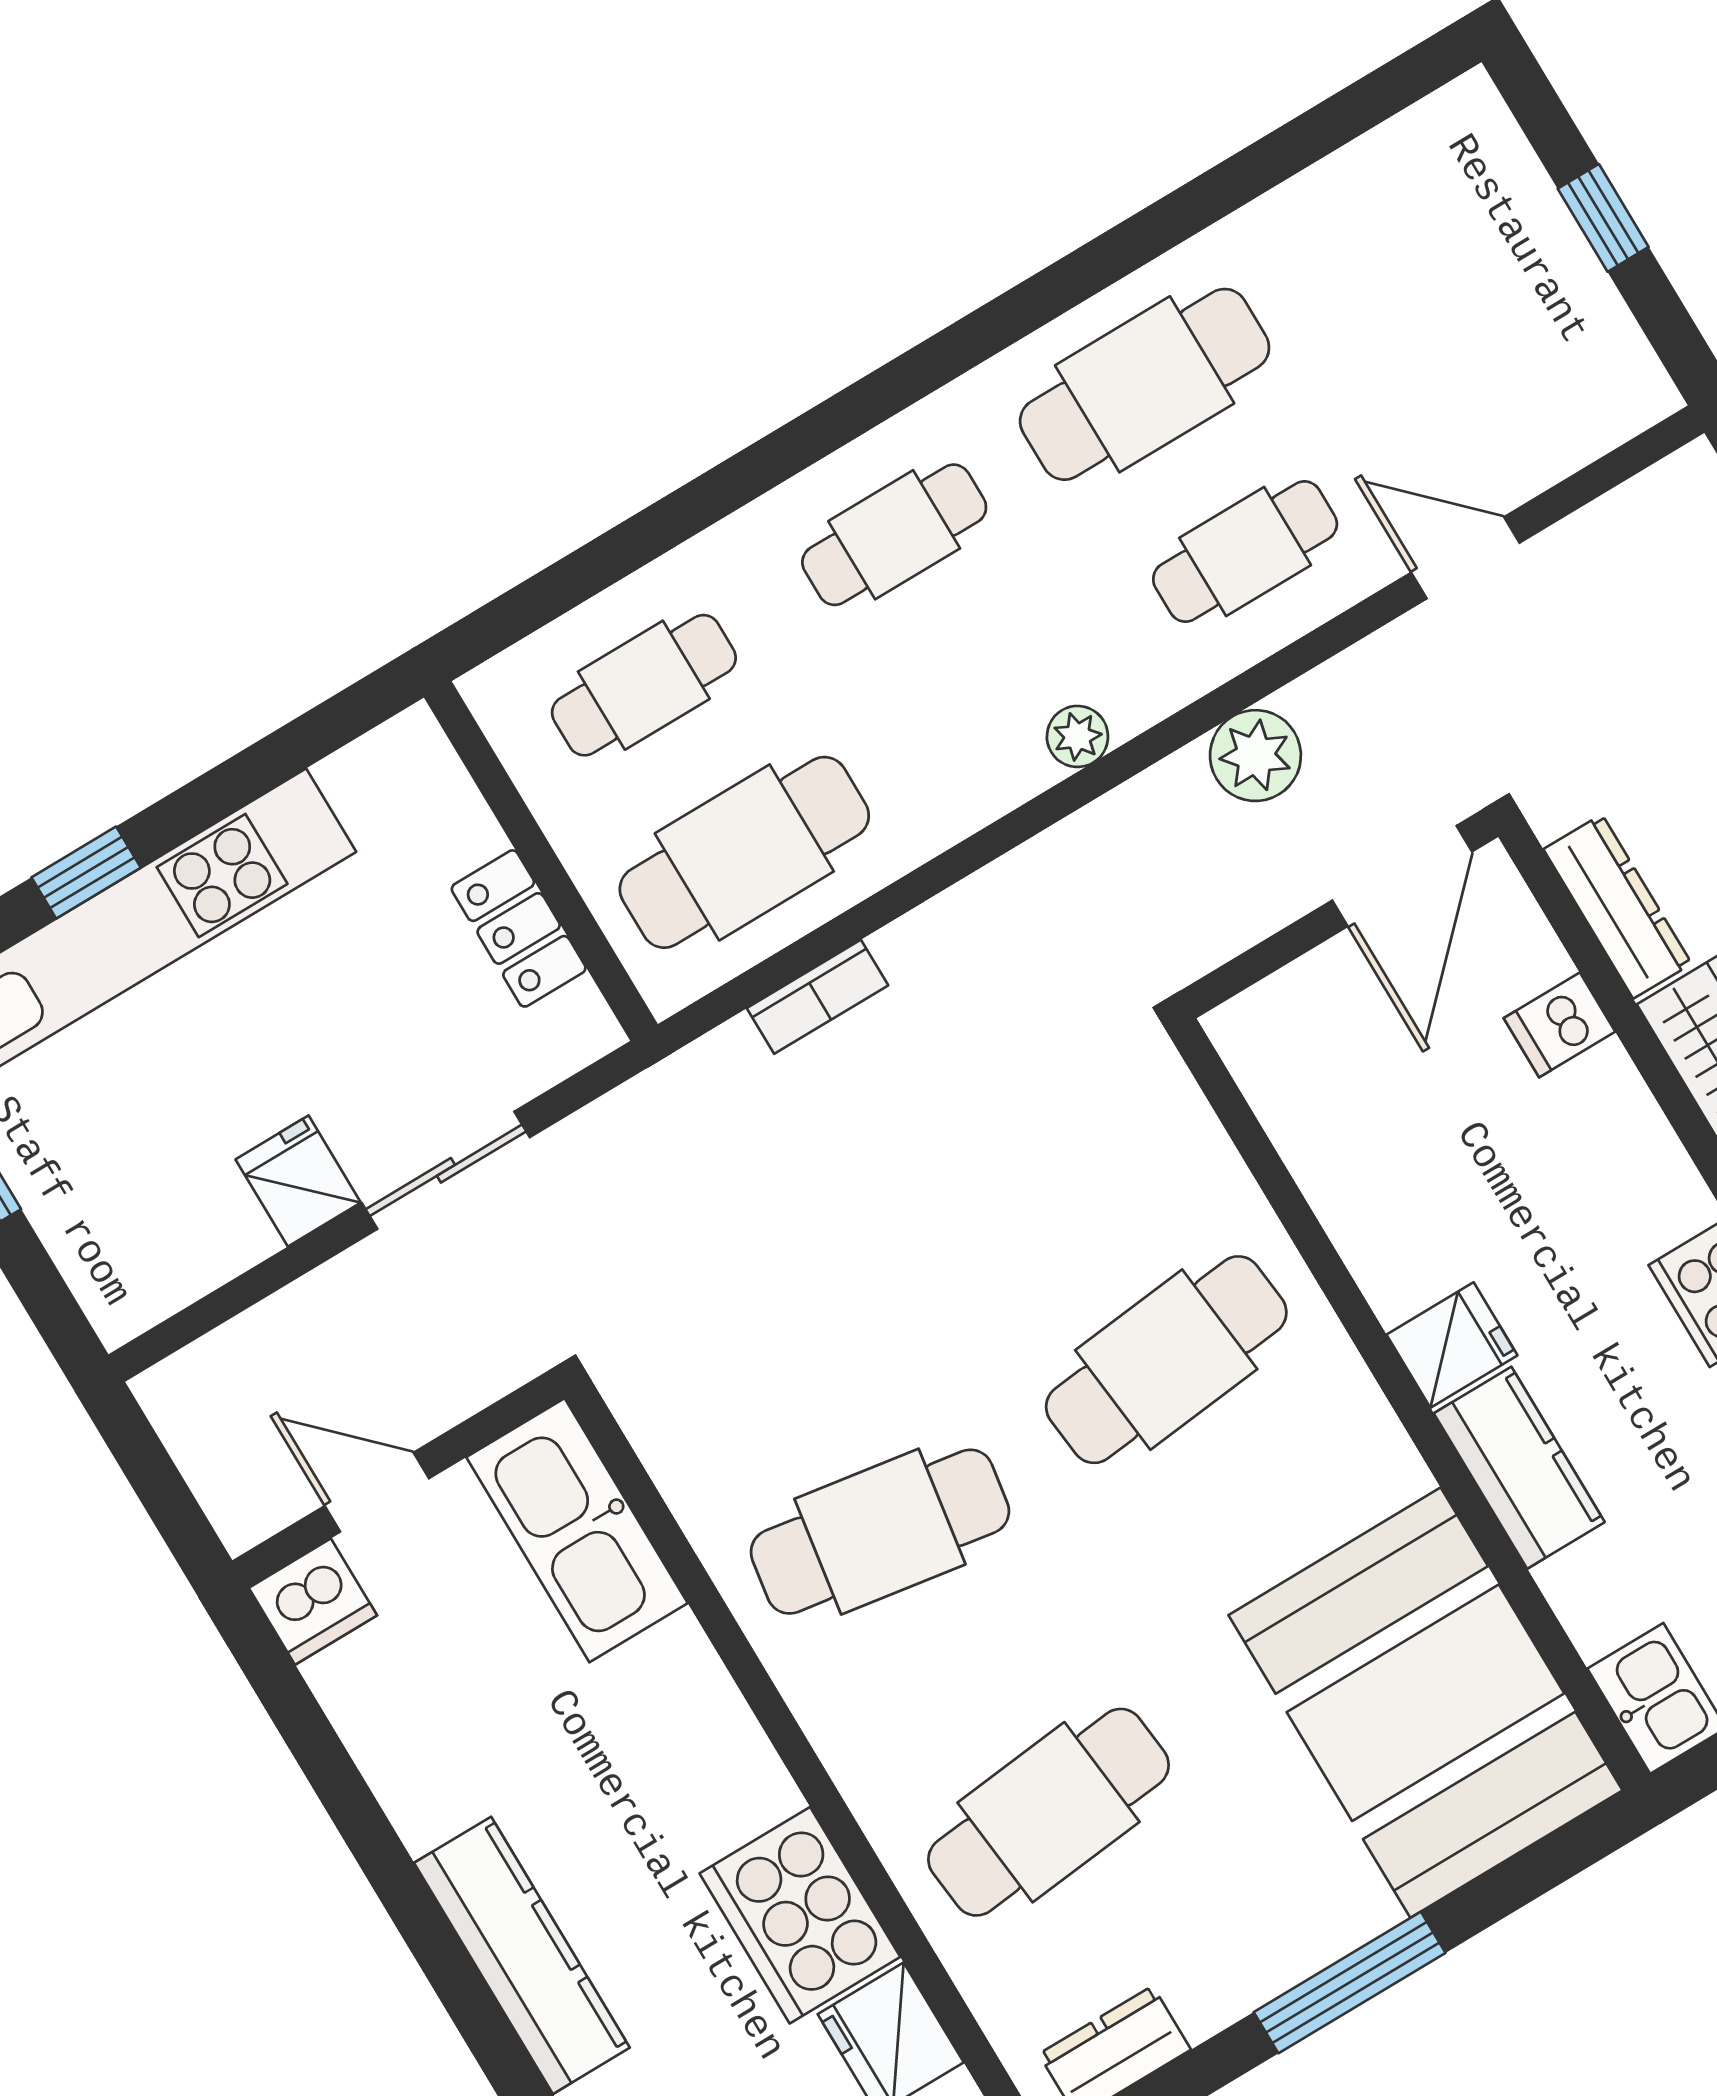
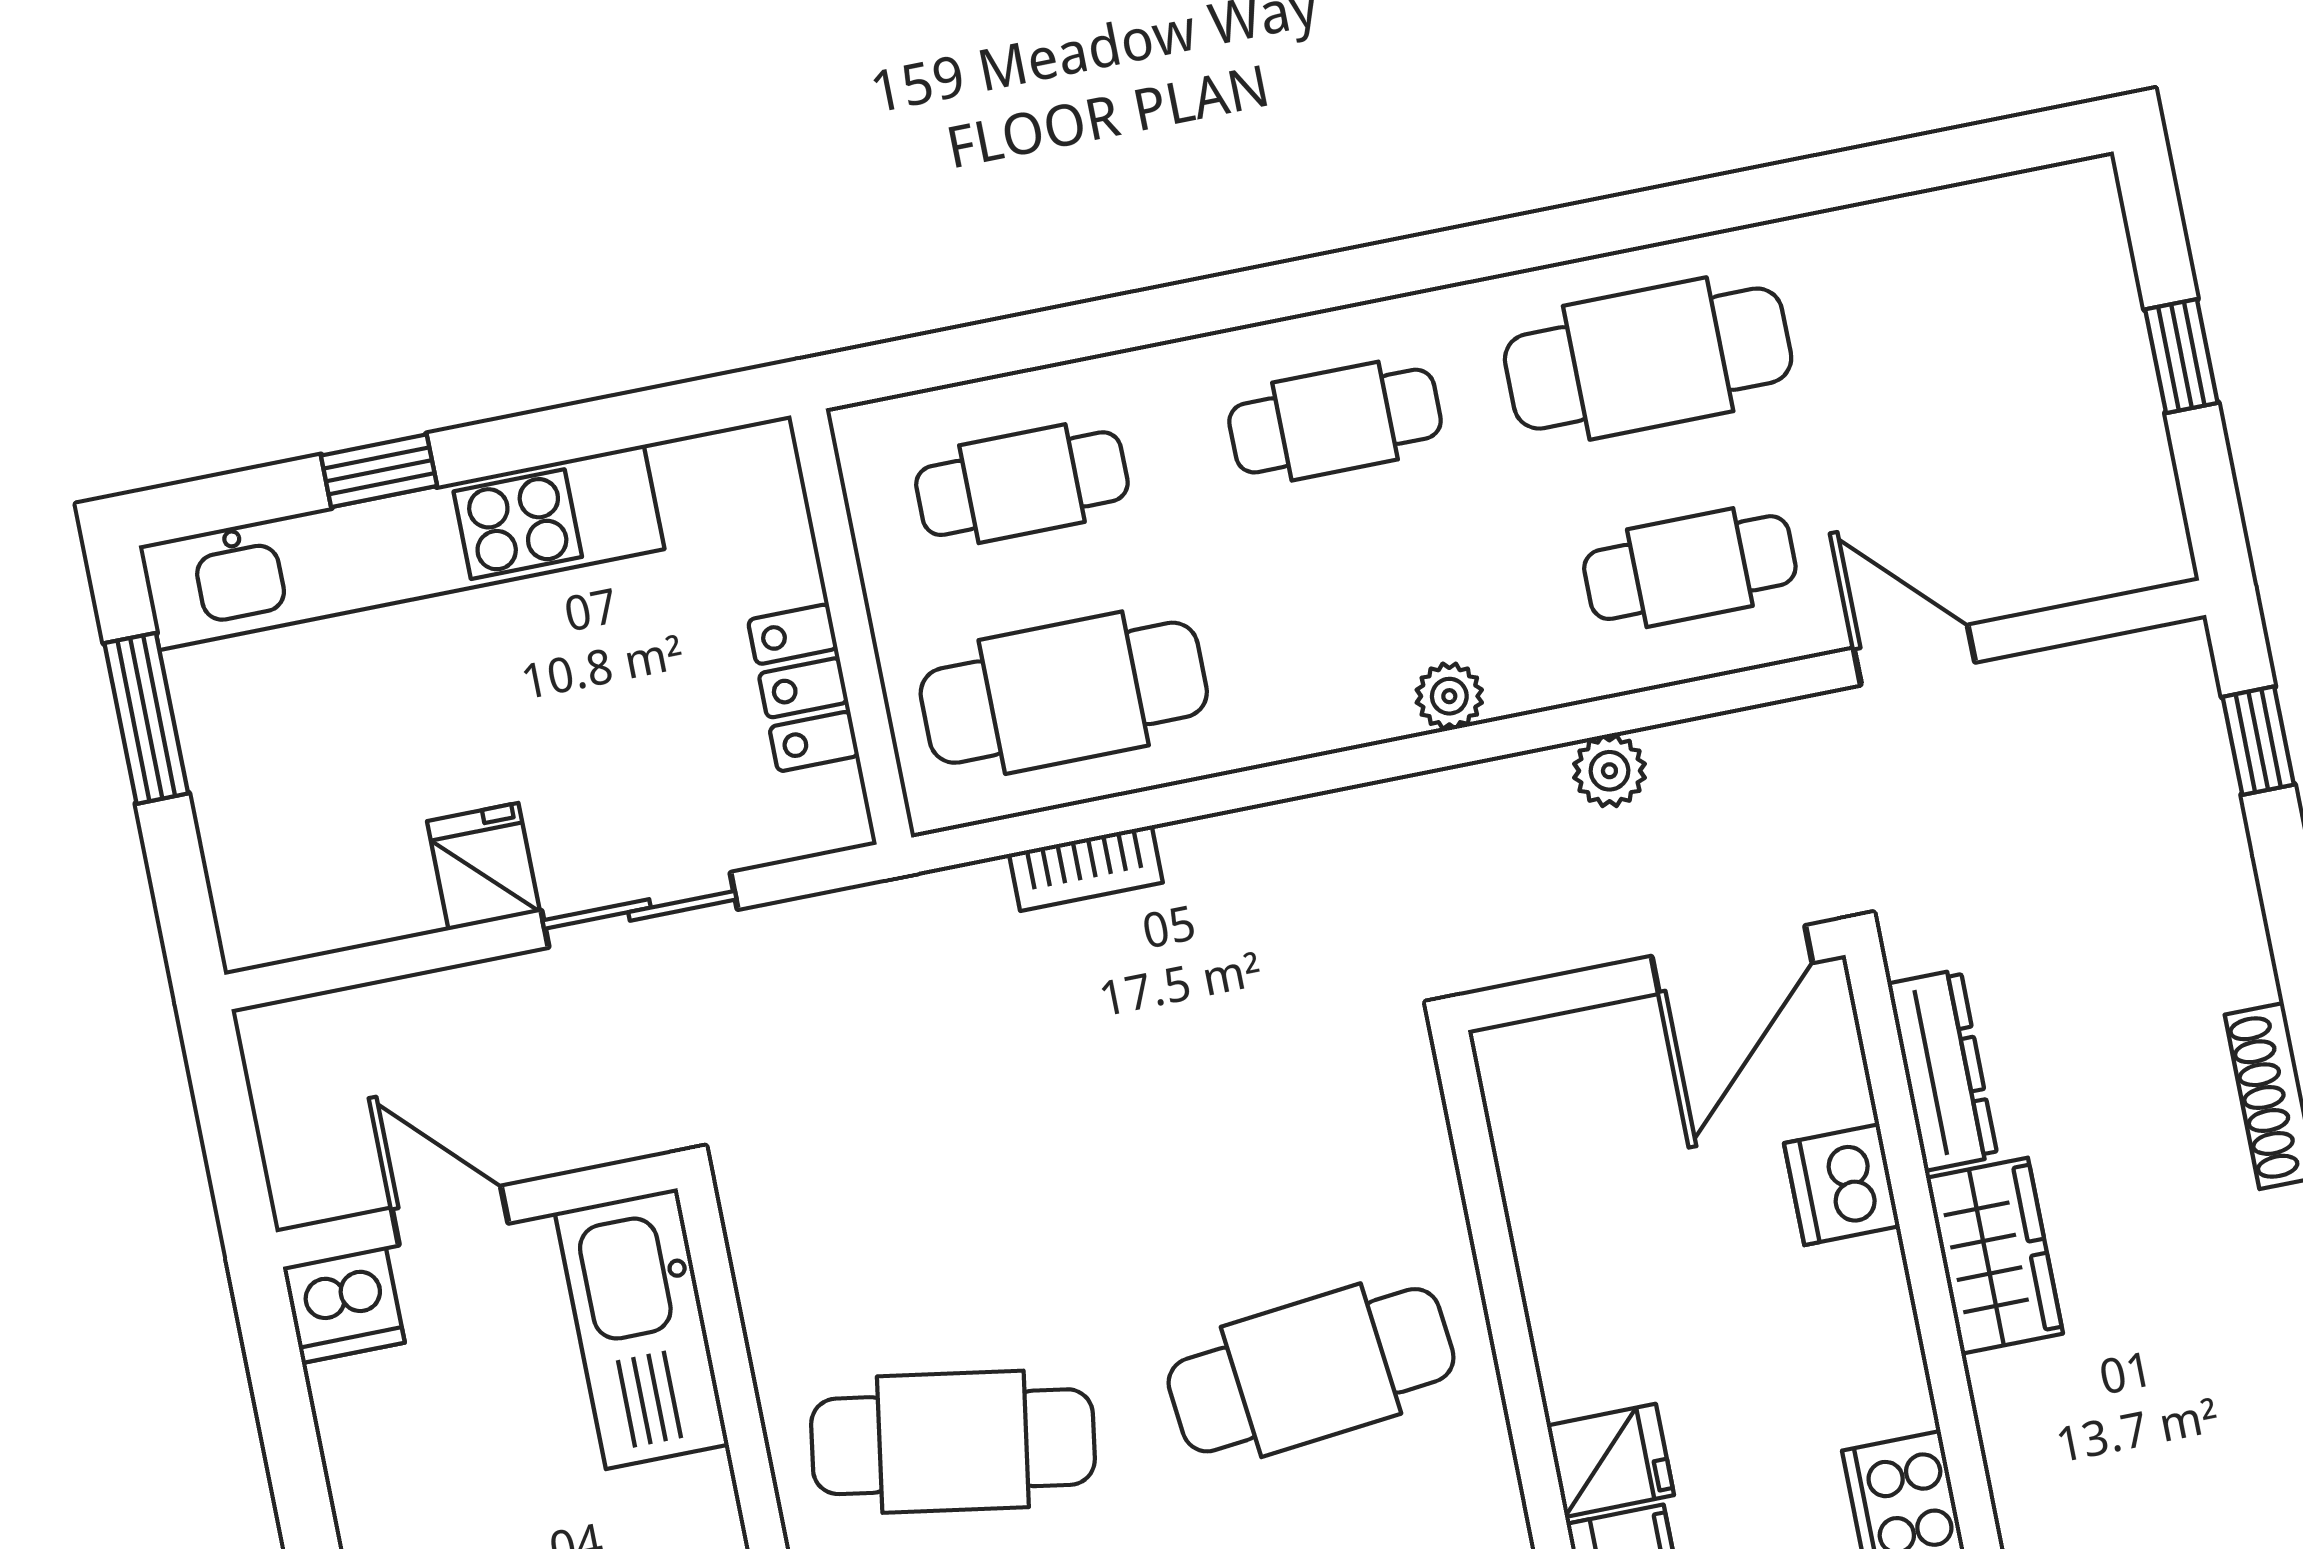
plant: (1255, 756) -> (1609, 771), width x0.73, depth x0.73
dishwasher: (1560, 1025) -> (1842, 1185), width x1.38

